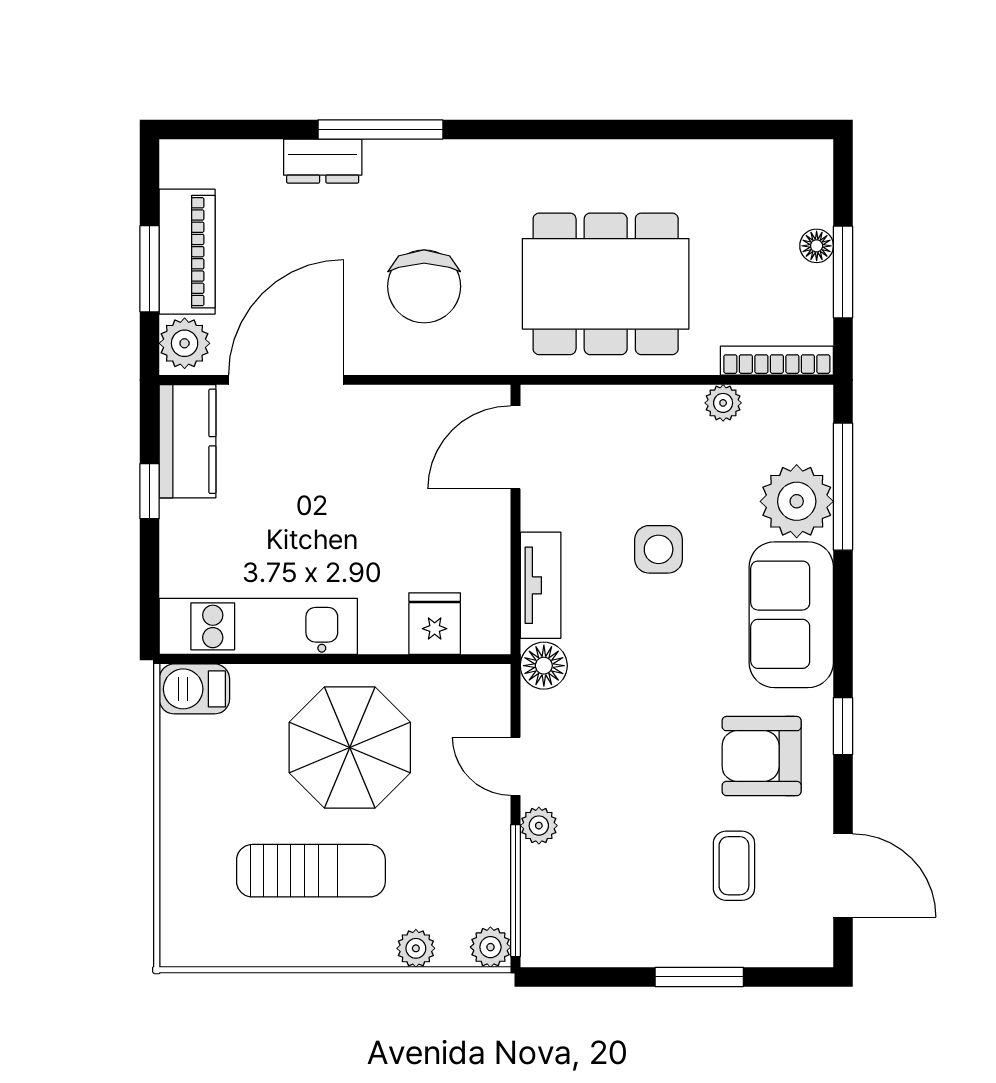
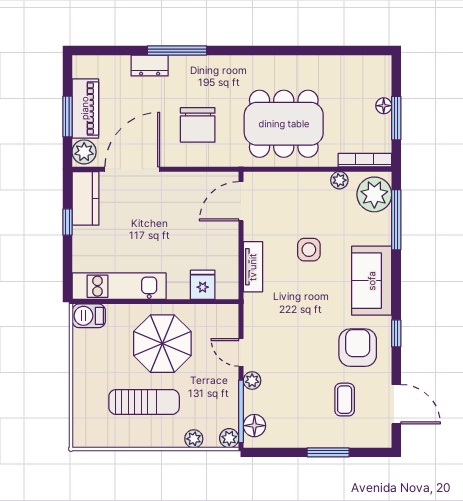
plant: (797, 501) -> (374, 194), moved
floor lamp: (544, 666) -> (254, 426), moved
armchair: (762, 756) -> (358, 348), turned 90

